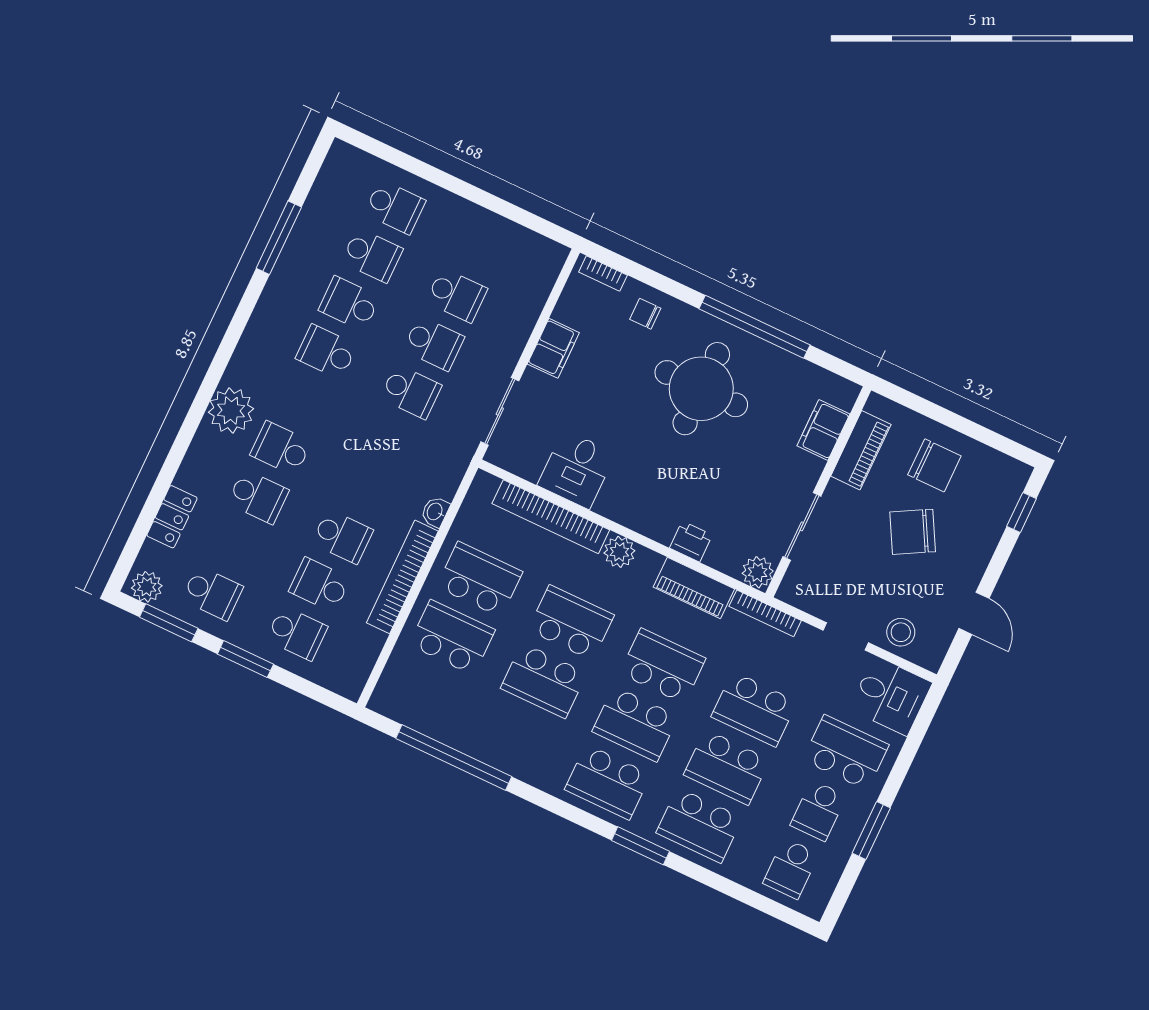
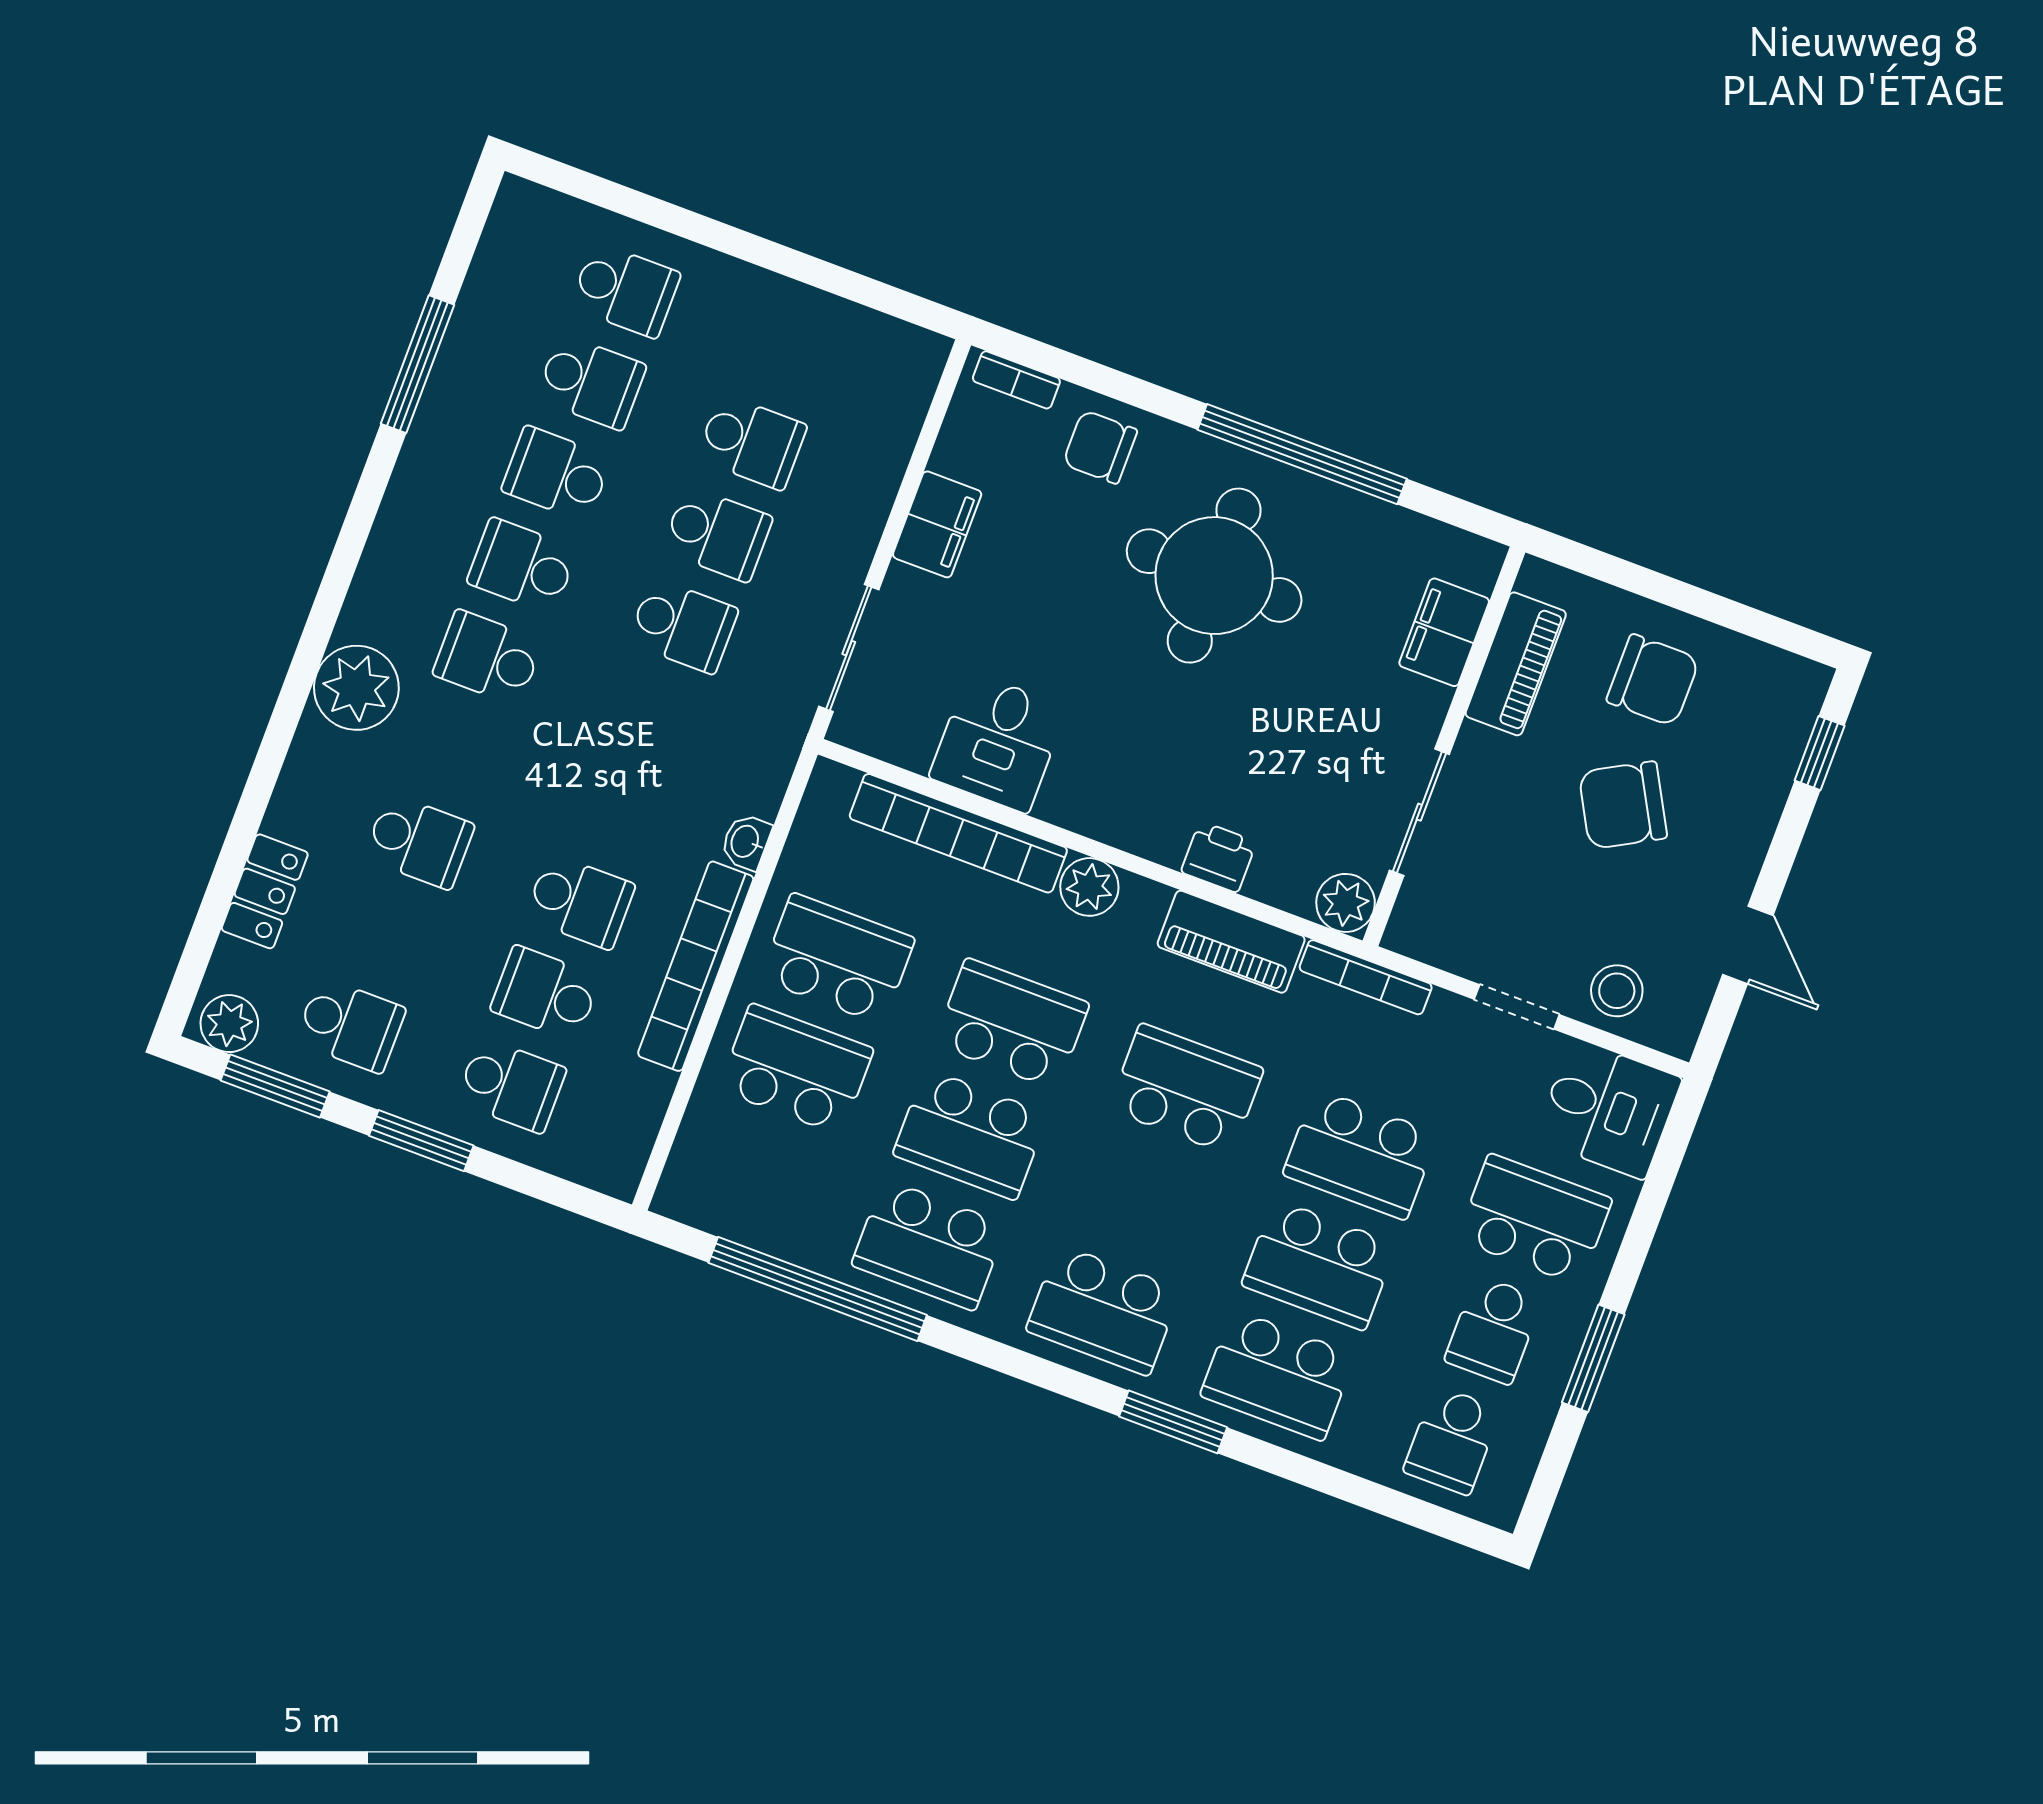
chair: (645, 314) -> (1100, 447), width x1.37, depth x1.37
school desk: (281, 448) -> (488, 658), moved
school desk: (635, 724) -> (929, 1245), moved

